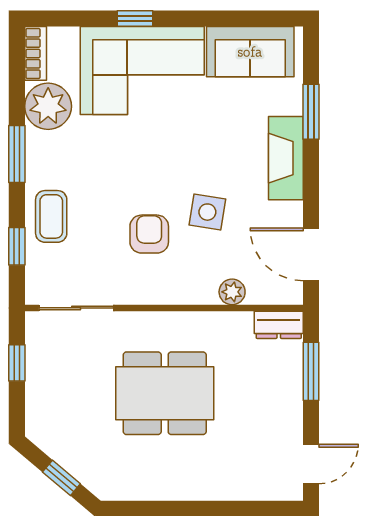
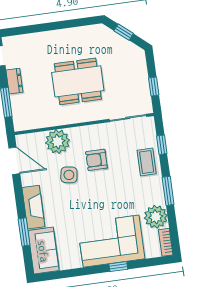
sofa: (250, 52) -> (43, 251), moved, turned 90
armchair: (149, 234) -> (96, 160), turned 90
plant: (232, 292) -> (58, 142), width x1.87, depth x1.87
dresser: (279, 325) -> (14, 81), moved, turned 90

